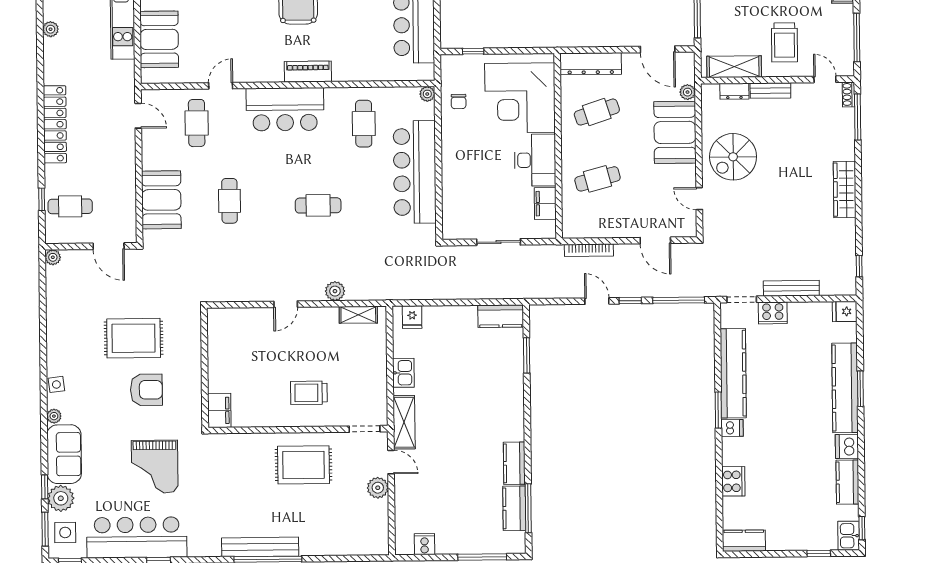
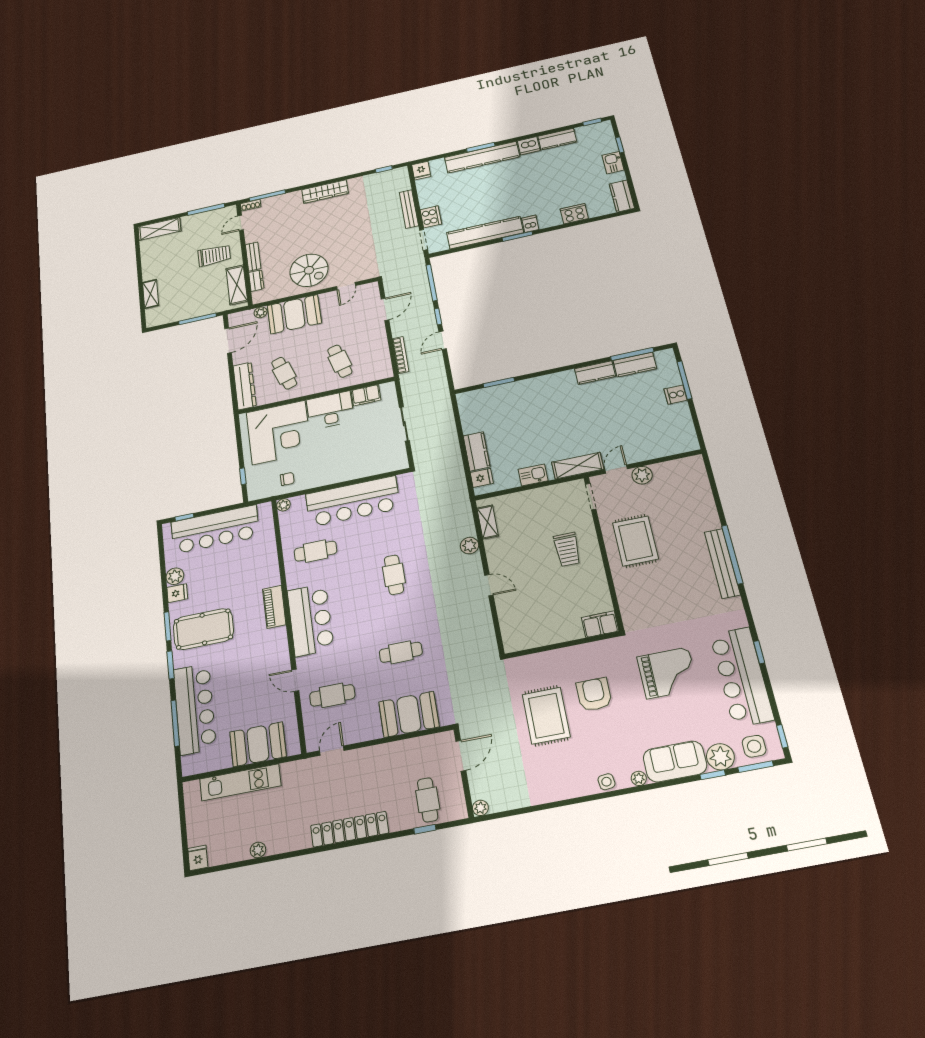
kitchen counter: (501, 316) -> (477, 451), moved
kitchen sink: (849, 536) -> (613, 163), moved, turned 90
cooker: (425, 544) -> (676, 395), moved

